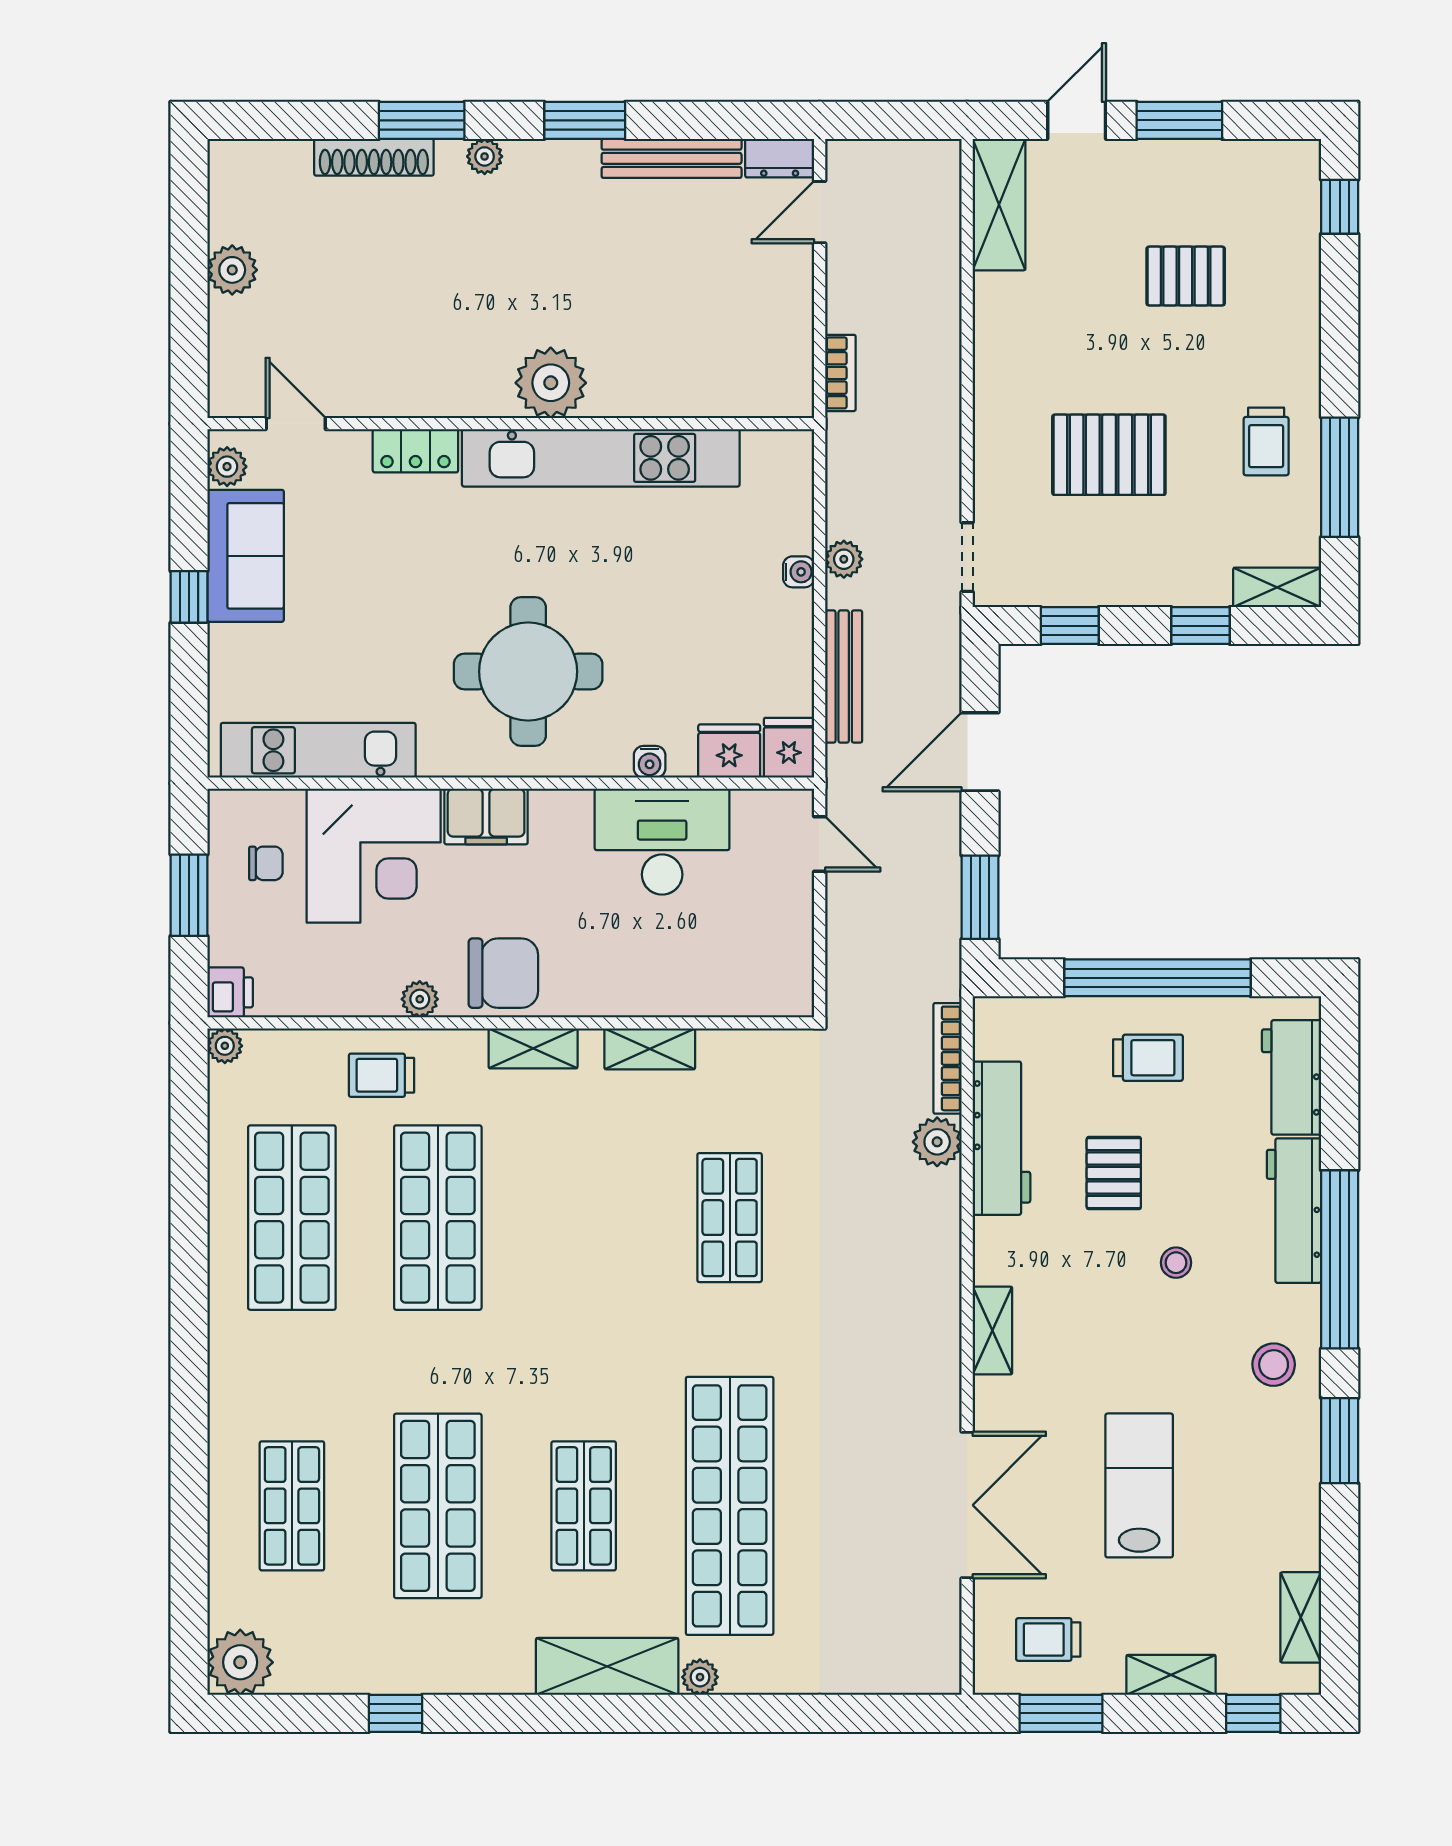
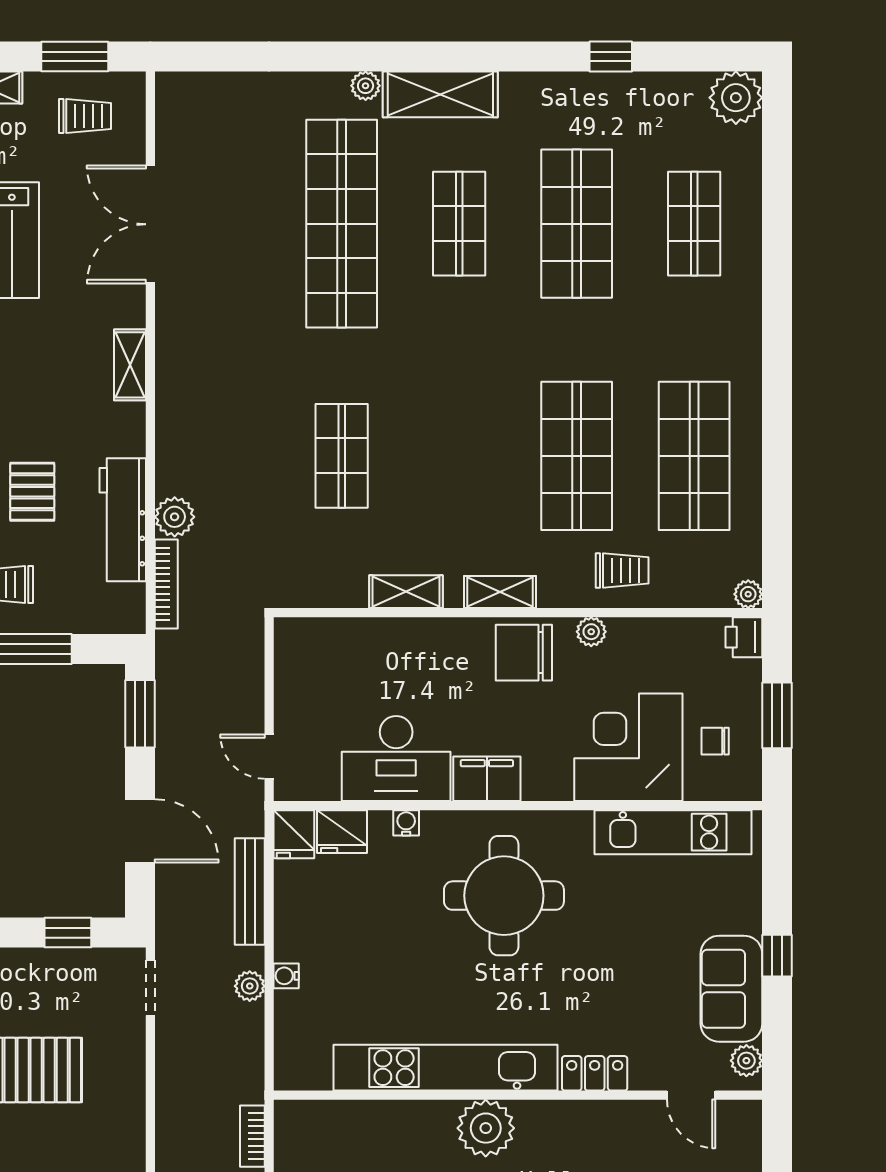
door: (980, 752) -> (140, 831), hinge flipped
filing cabinet: (486, 817) -> (487, 779), moved

